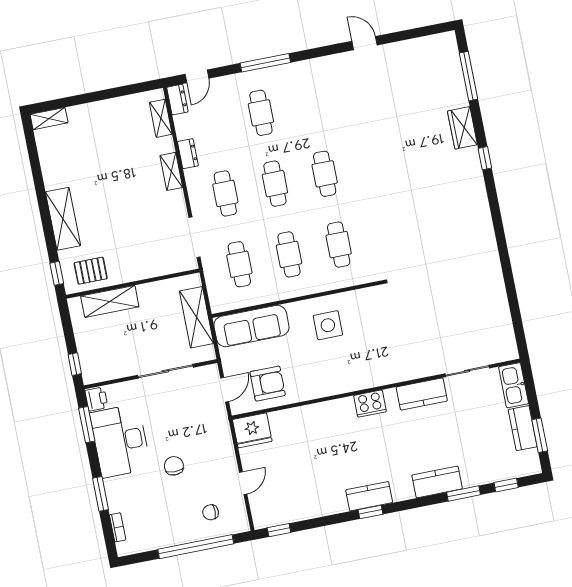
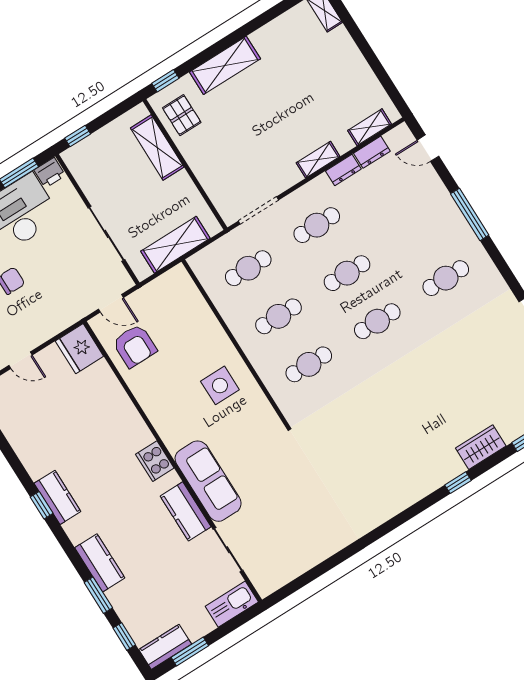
dresser: (177, 100) -> (372, 152), moved
cafe table: (261, 113) -> (446, 278), moved
sofa: (251, 326) -> (208, 481), moved, turned 180
kitchen counter: (523, 428) -> (165, 647), moved

